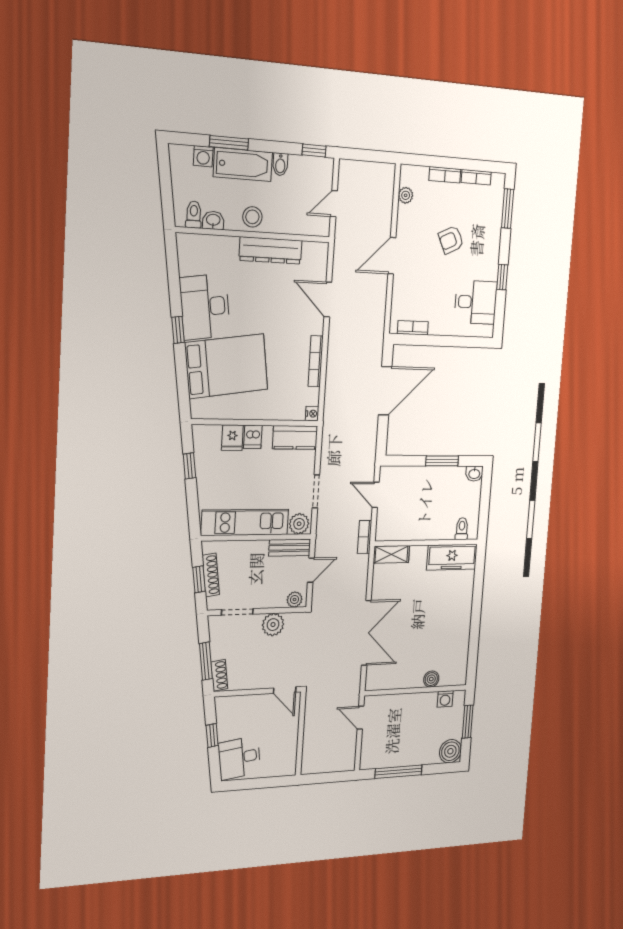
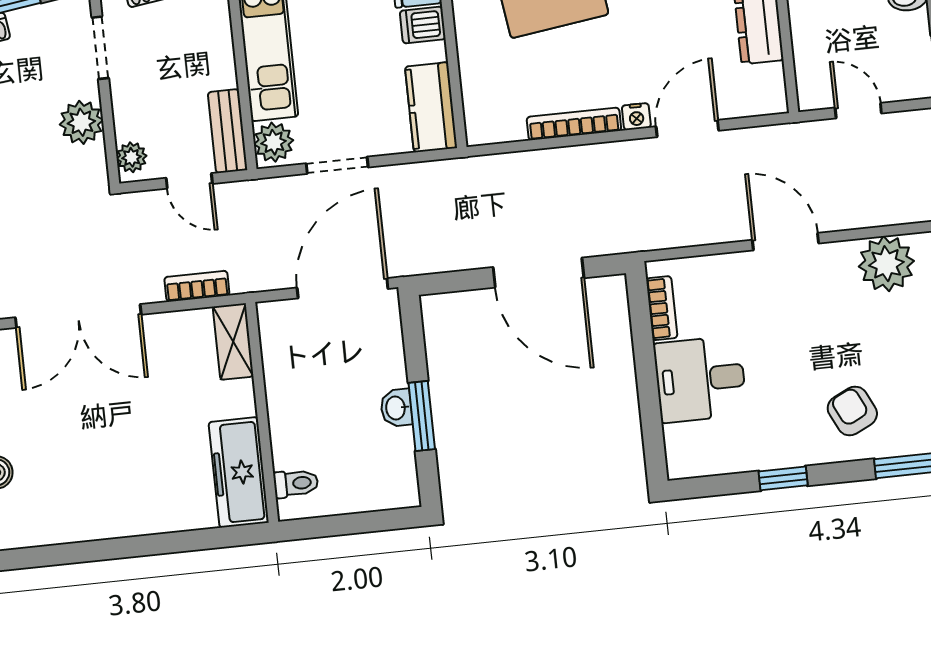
plant: (406, 195) -> (886, 264), width x1.87, depth x1.87
armchair: (451, 240) -> (852, 411), moved
desk: (476, 302) -> (700, 379), moved, turned 90
nightstand: (312, 414) -> (636, 117), moved
washbasin: (474, 474) -> (396, 408), moved
door: (376, 495) -> (343, 288), width x1.88
bookcase: (365, 537) -> (197, 286), moved

